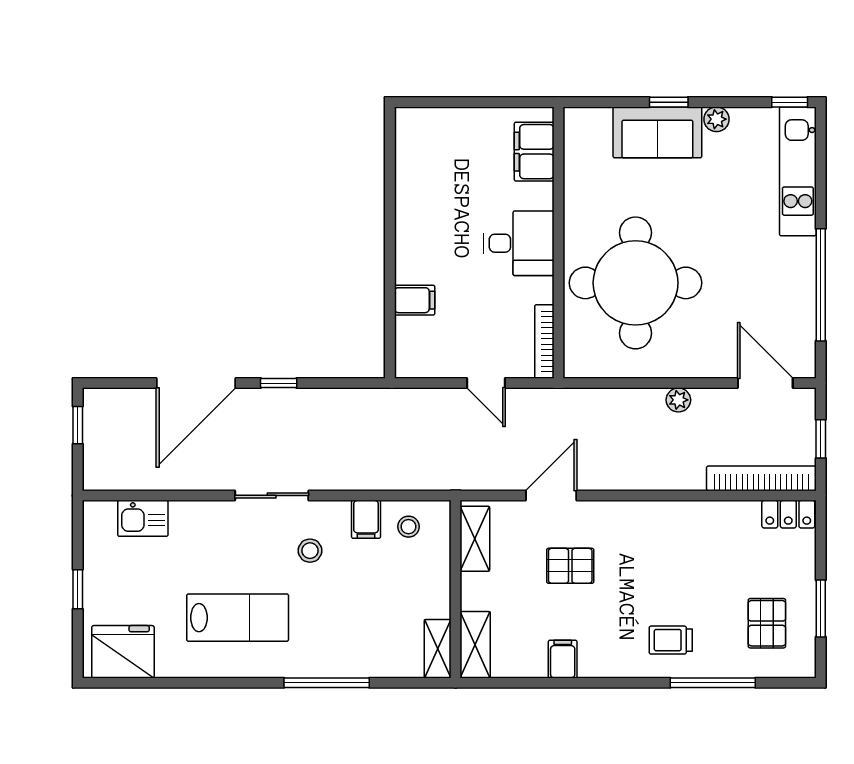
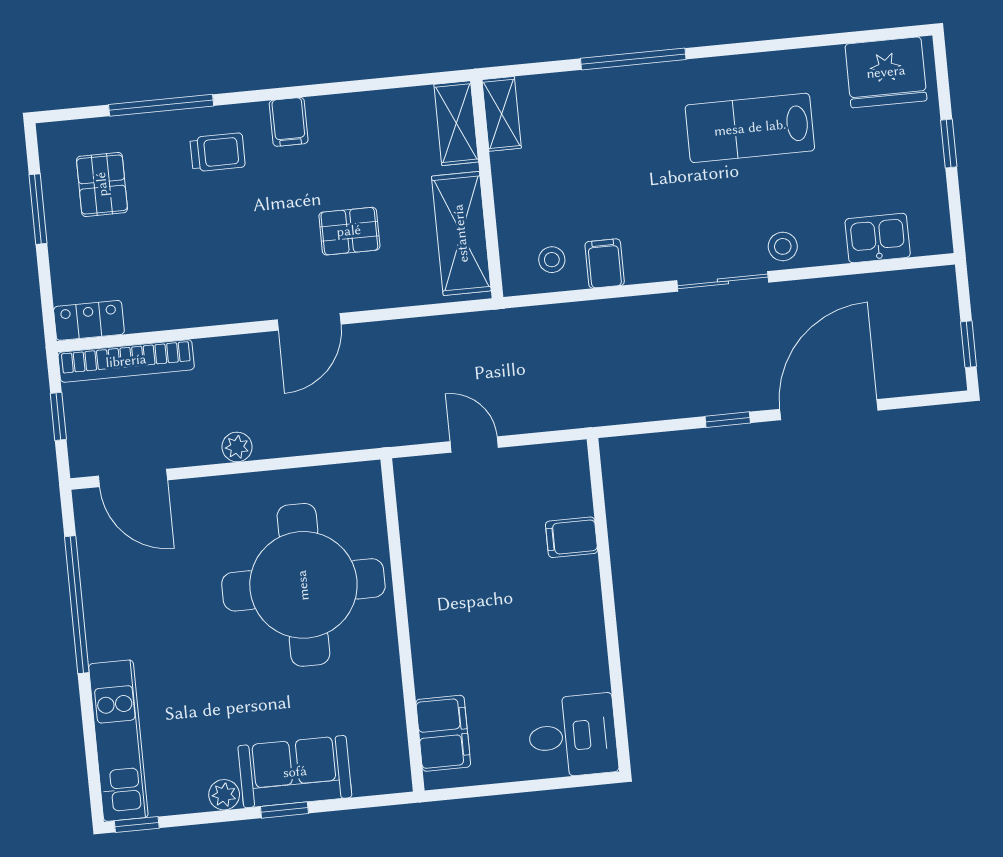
desk: (519, 243) -> (573, 736), moved, turned 180
bookcase: (544, 341) -> (408, 502), removed
door: (551, 495) -> (309, 322), moved
shelving: (475, 539) -> (461, 233), width x1.50, depth x1.33
stool: (310, 551) -> (783, 246), moved
filing cabinet: (563, 659) -> (289, 122), moved

